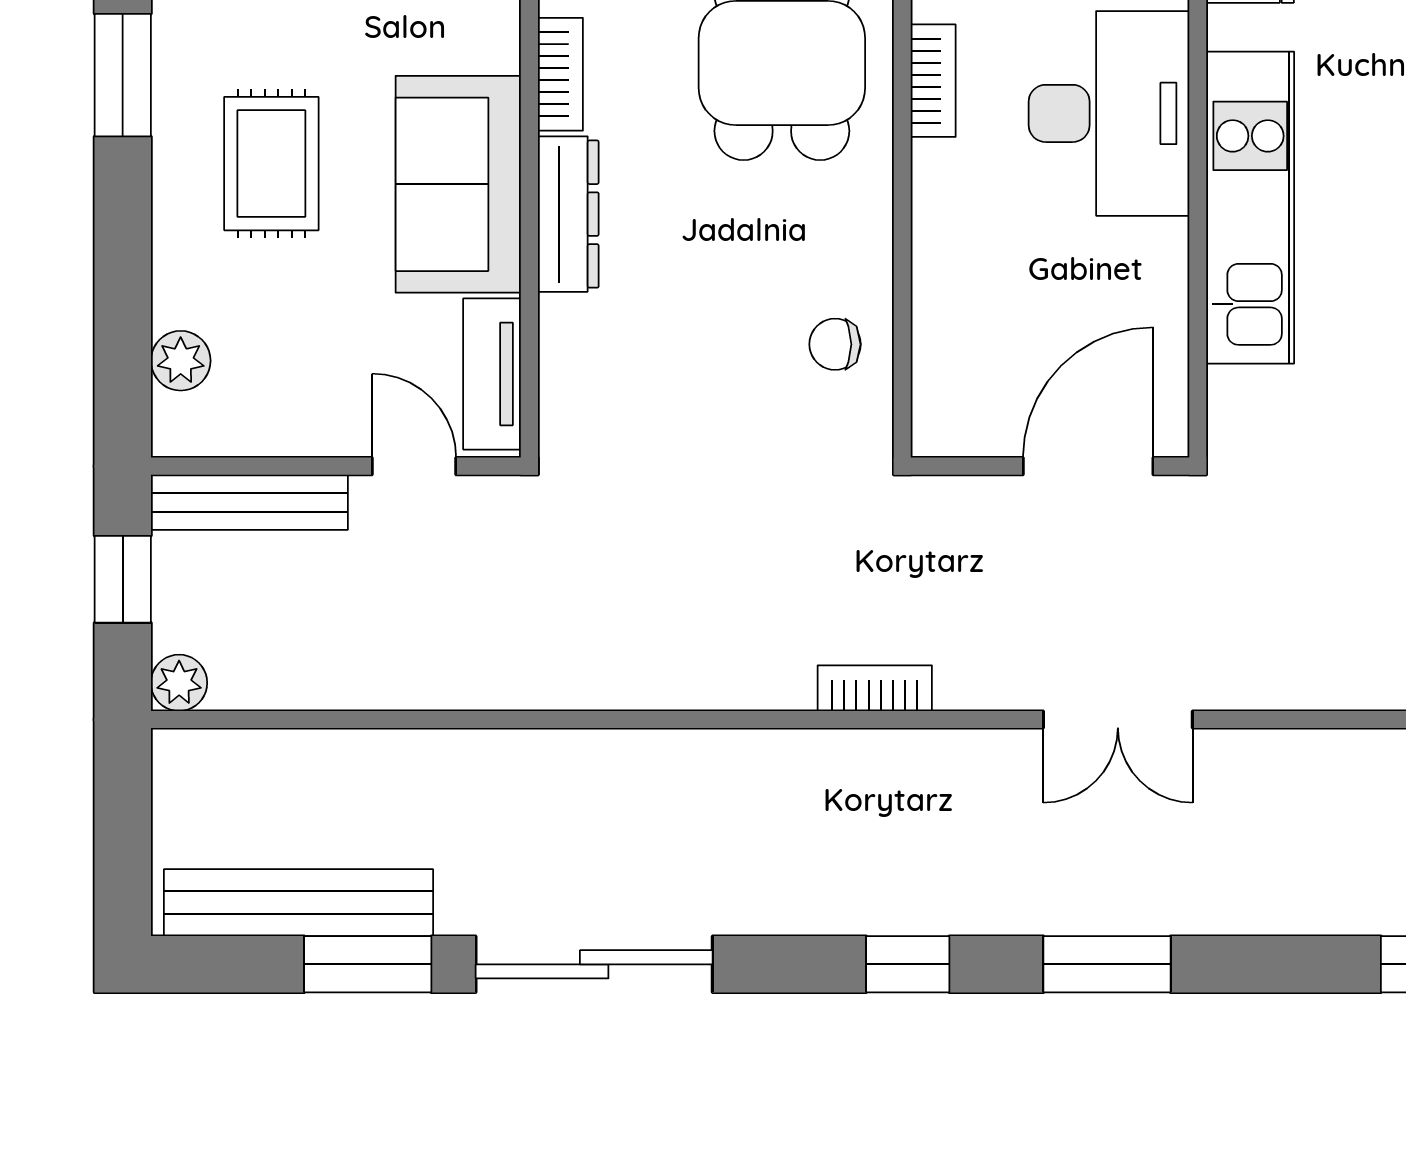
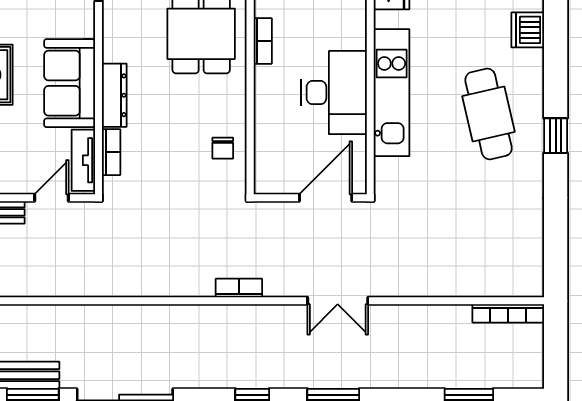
bookcase: (560, 74) -> (111, 152), moved
desk: (1109, 113) -> (334, 93), moved
chair: (835, 344) -> (223, 148), turned -90
door: (414, 466) -> (52, 198), hinge flipped

